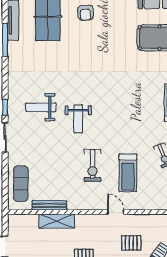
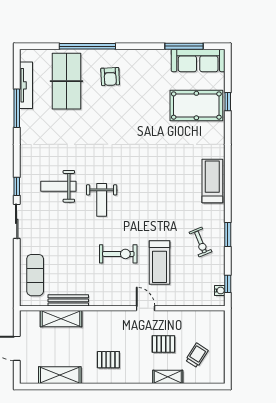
exercise bike: (92, 165) -> (118, 254), turned -90
shelving: (57, 221) -> (61, 319), moved

